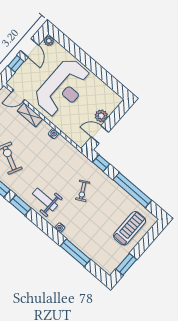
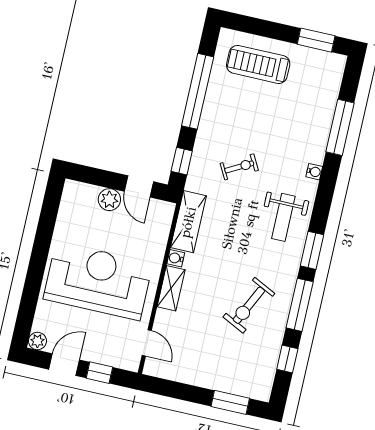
shelving: (30, 115) -> (171, 288), moved
shelving: (69, 150) -> (188, 222), added

